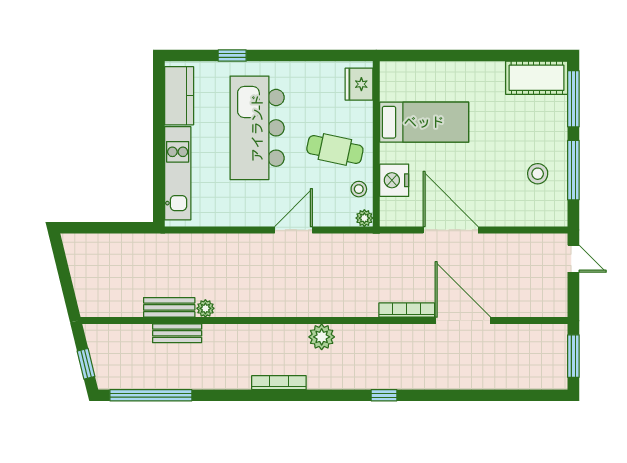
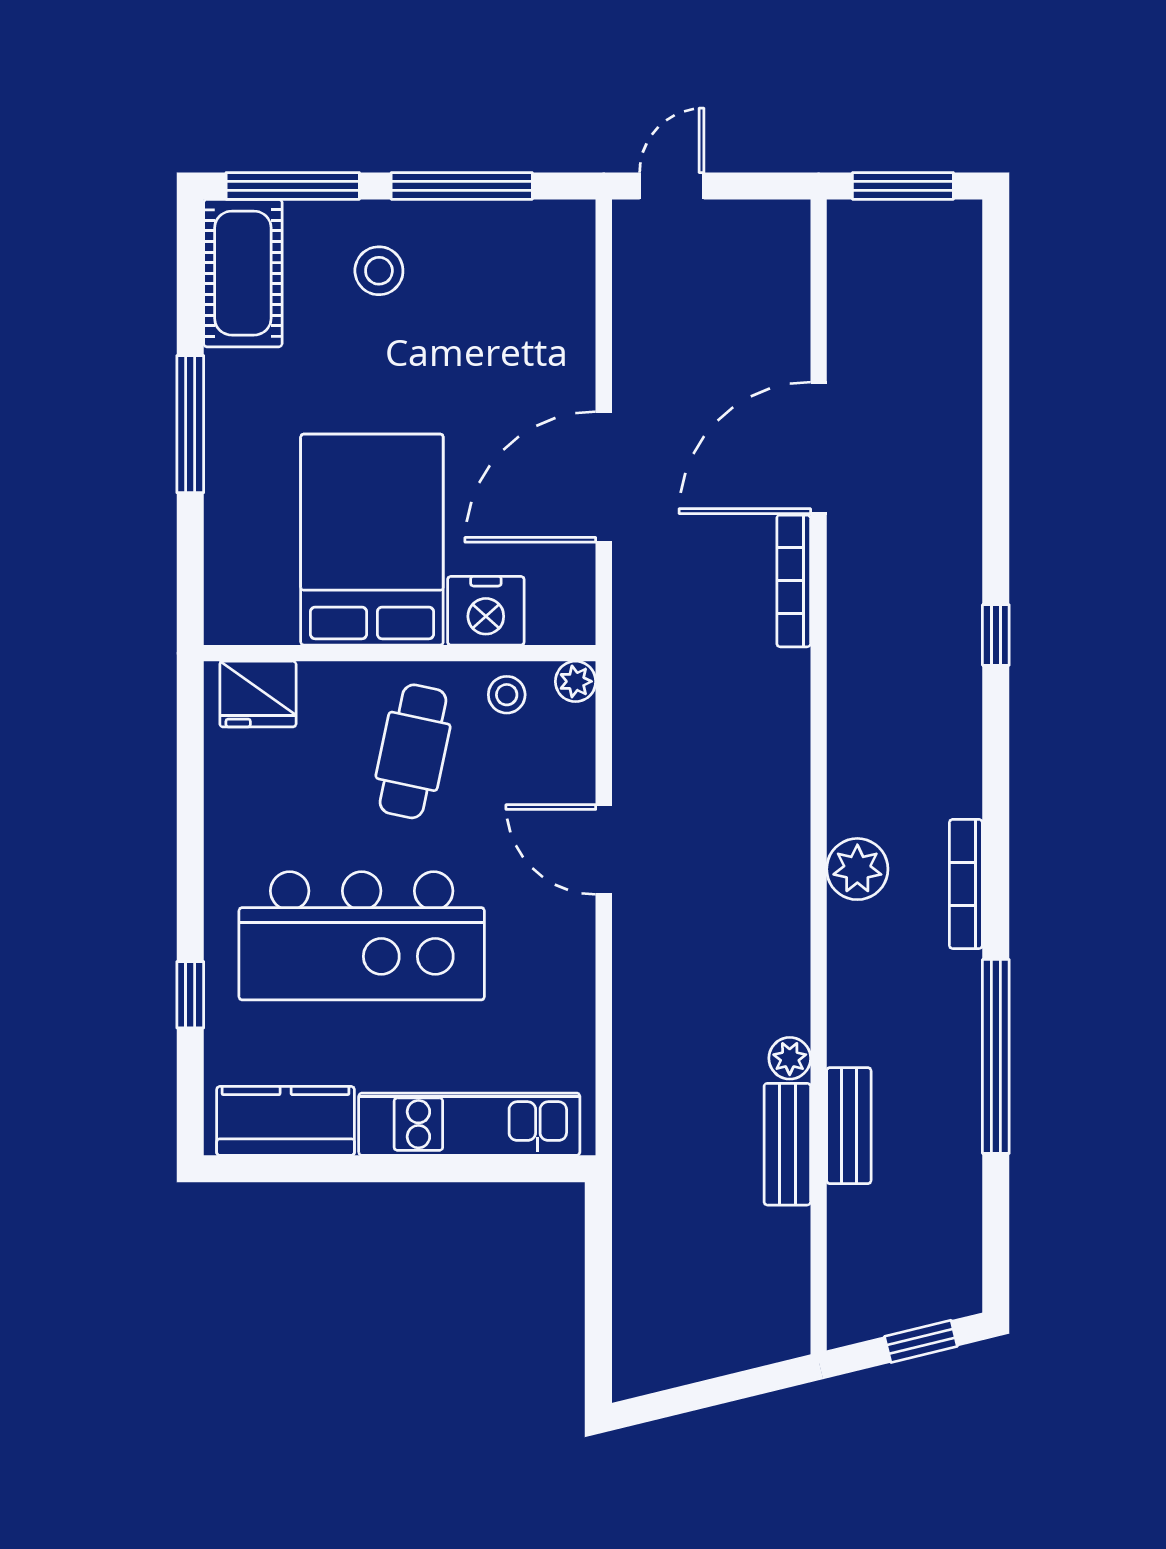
window: (473, 56) -> (190, 424), added
bed: (424, 122) -> (372, 540), width x1.50
stool: (538, 174) -> (379, 271), moved
plant: (322, 337) -> (857, 869), moved
window: (151, 395) -> (996, 1056), moved

